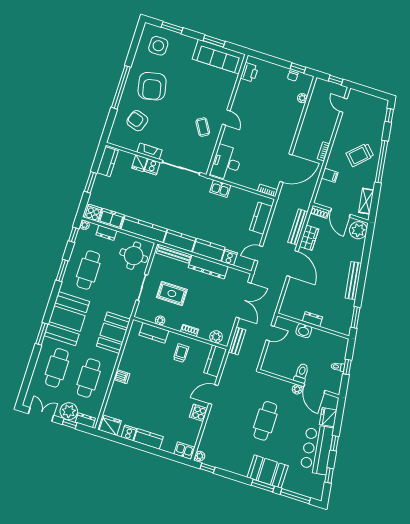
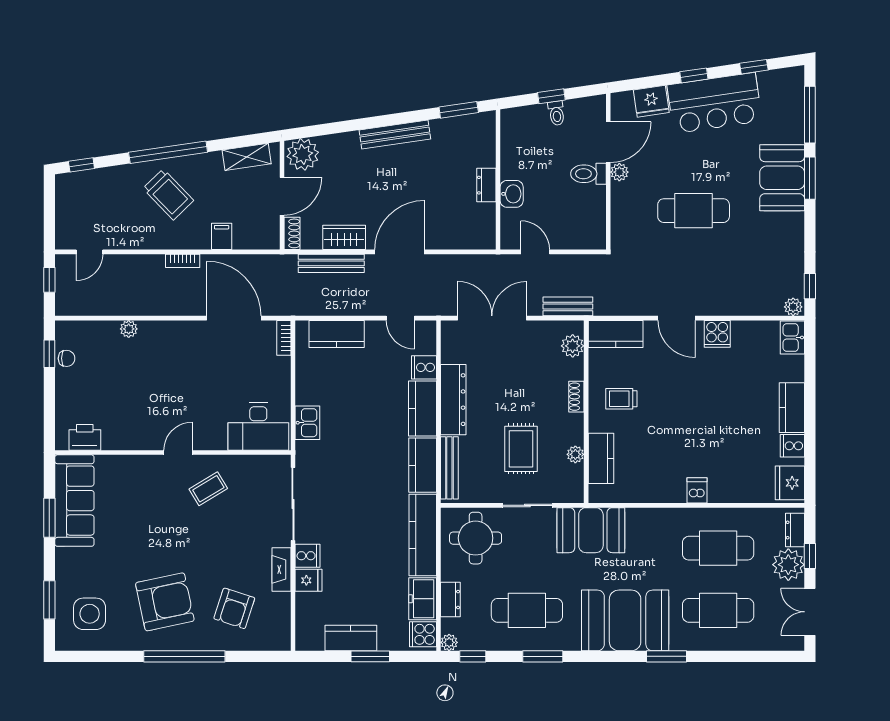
plant: (302, 98) -> (129, 329), moved
kitchen counter: (107, 162) -> (351, 638), moved
booth: (113, 333) -> (591, 530), moved

